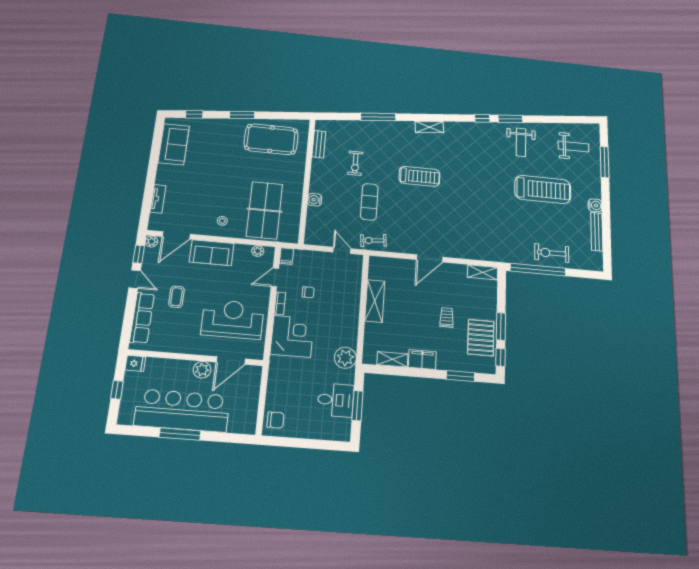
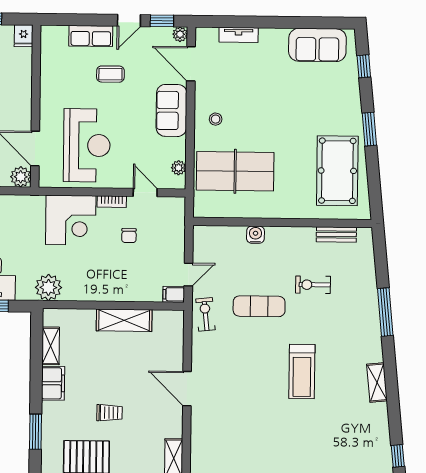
filing cabinet: (286, 256) -> (174, 294), moved
row of seats: (142, 318) -> (91, 36), width x0.68
plant: (202, 370) -> (21, 177), moved

